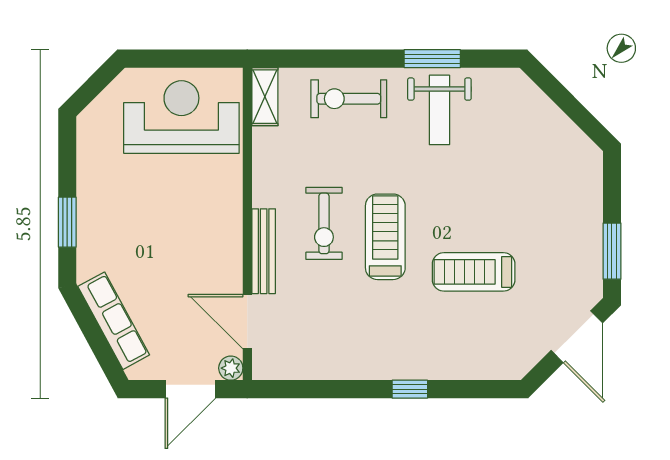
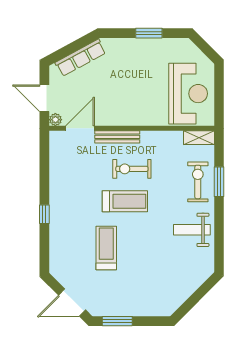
window: (432, 59) -> (219, 182), moved
window: (67, 222) -> (149, 33), moved

